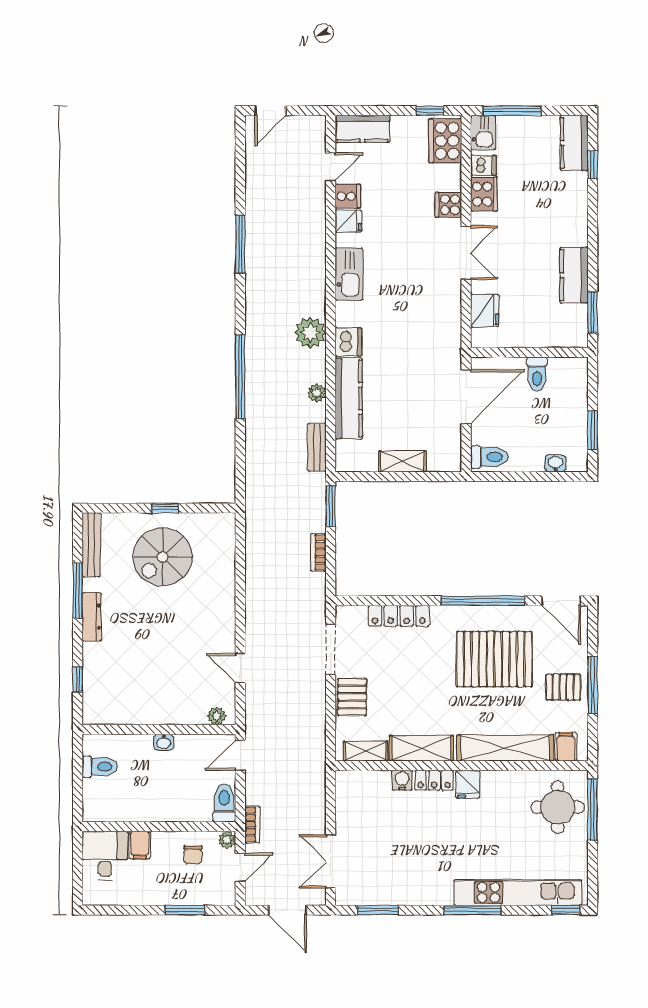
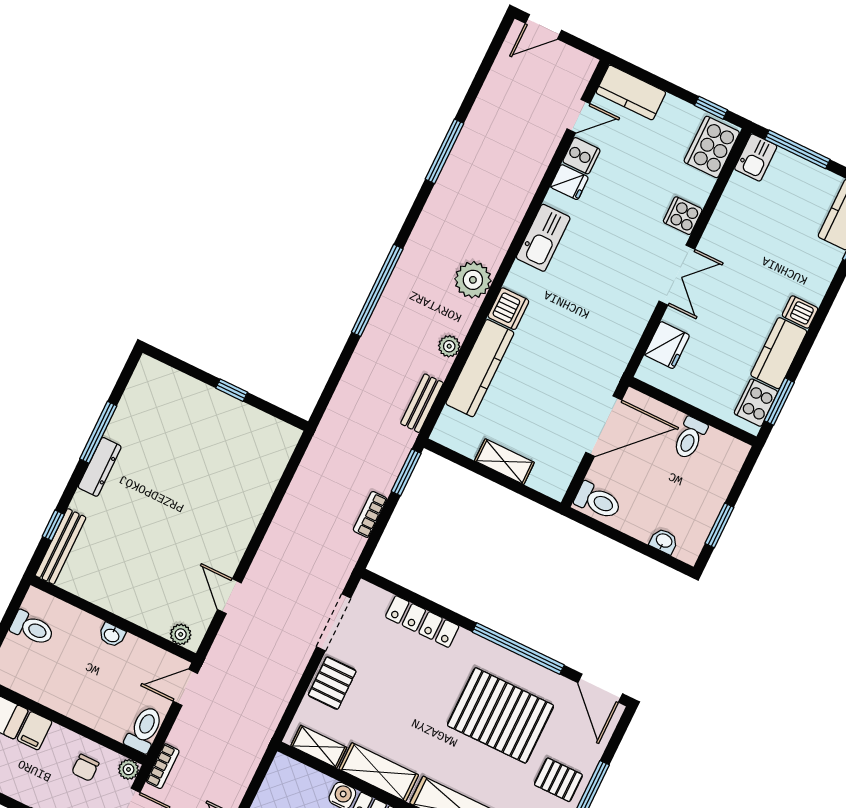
dishwasher: (483, 165) -> (800, 312), moved, turned 180
cooker: (484, 194) -> (756, 403), moved, turned 180
bench: (91, 545) -> (61, 546), moved
spiral stairs: (163, 557) -> (205, 440), removed

